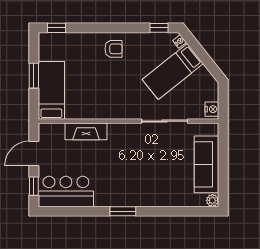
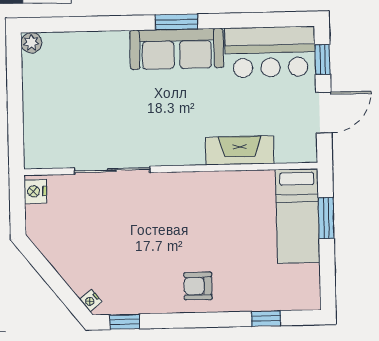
window: (57, 28) -> (266, 319), moved
bed: (173, 72) -> (101, 251), removed
window: (34, 76) -> (326, 218), moved
sofa: (207, 164) -> (177, 49), moved, turned 90

